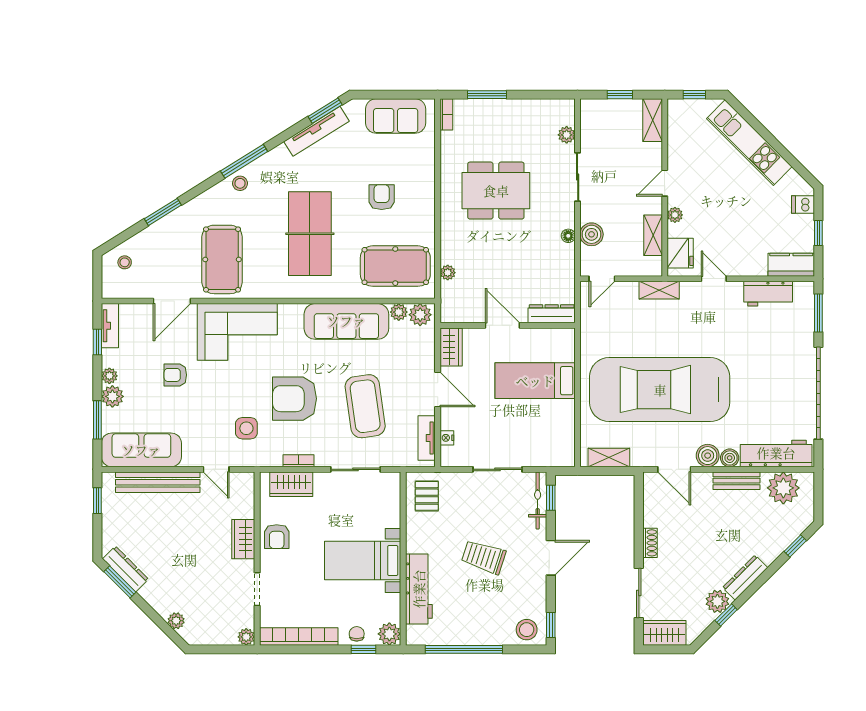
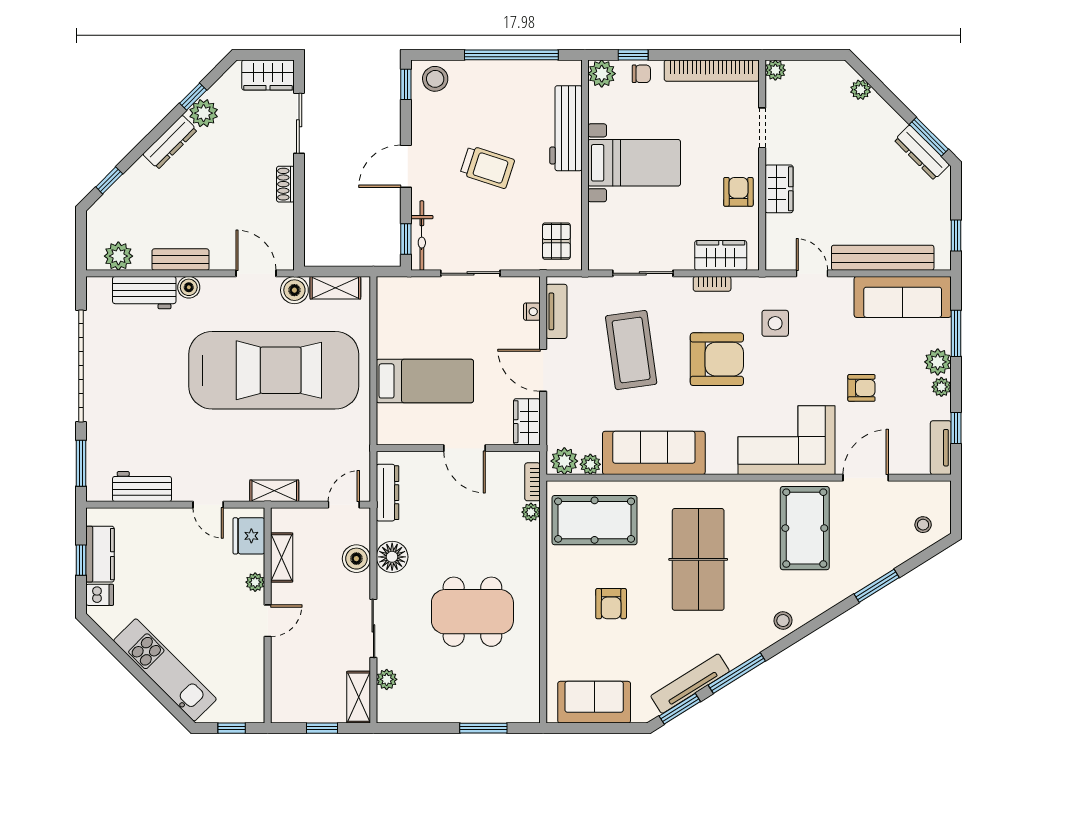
bookcase: (446, 114) -> (533, 482), moved
shelving: (653, 120) -> (359, 697), moved
window: (244, 161) -> (737, 673), moved
floor lamp: (568, 236) -> (392, 557), width x1.89, depth x1.89
kitchen counter: (791, 265) -> (100, 554), moved, turned -90
dresser: (552, 314) -> (387, 493), moved, turned -90
workbench: (776, 453) -> (144, 293), width x0.73
boiler: (708, 456) -> (294, 290), moved
plant: (783, 488) -> (118, 256), width x0.73, depth x0.73
chair: (357, 634) -> (641, 74), turned -90

